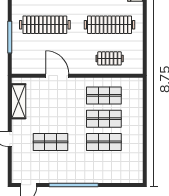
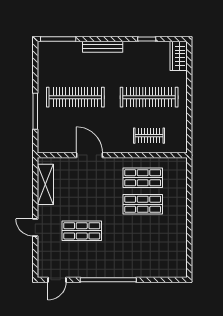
shop shelf: (104, 142) -> (143, 231), removed

